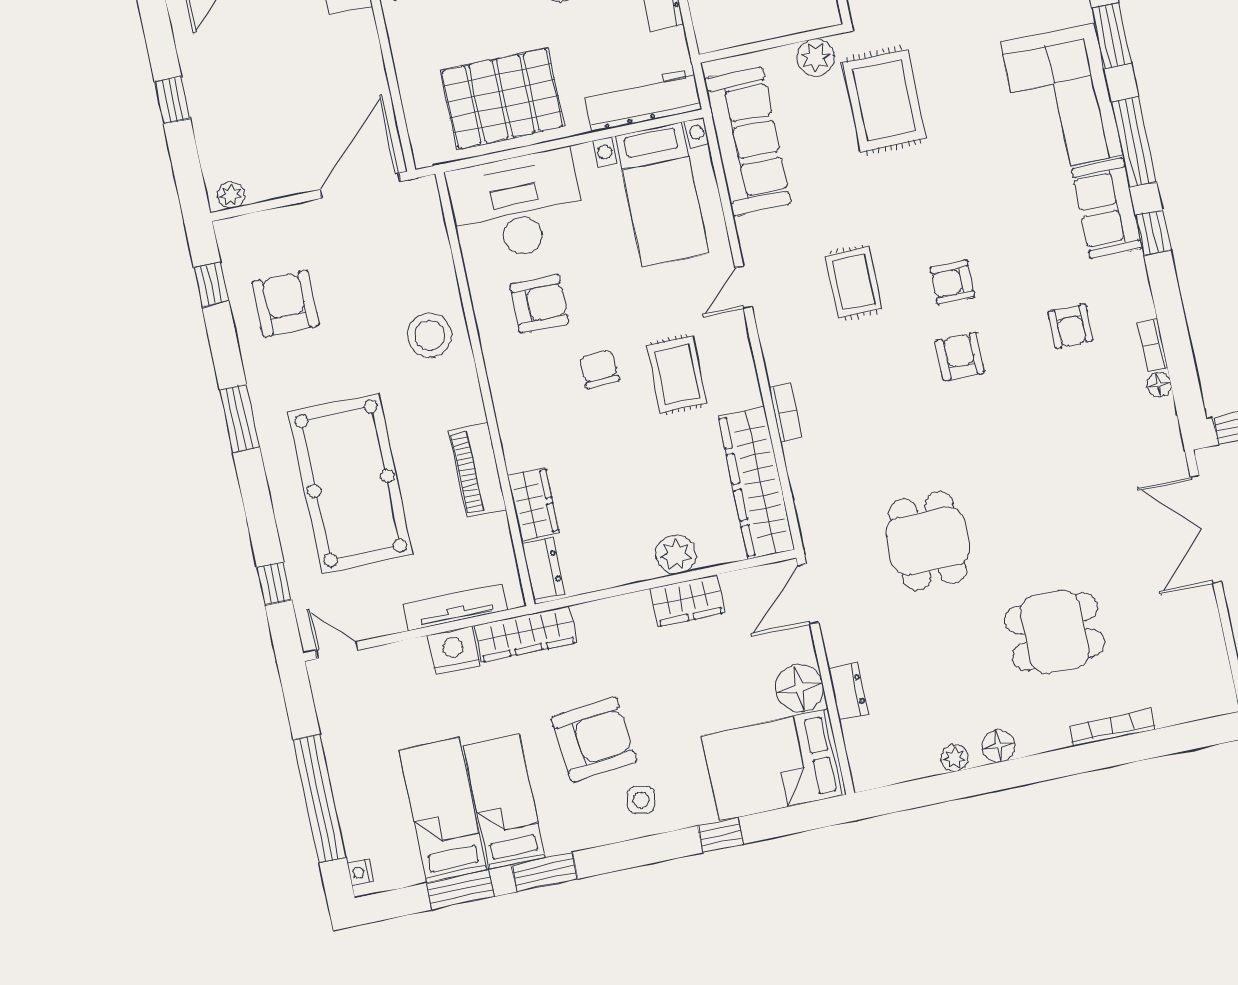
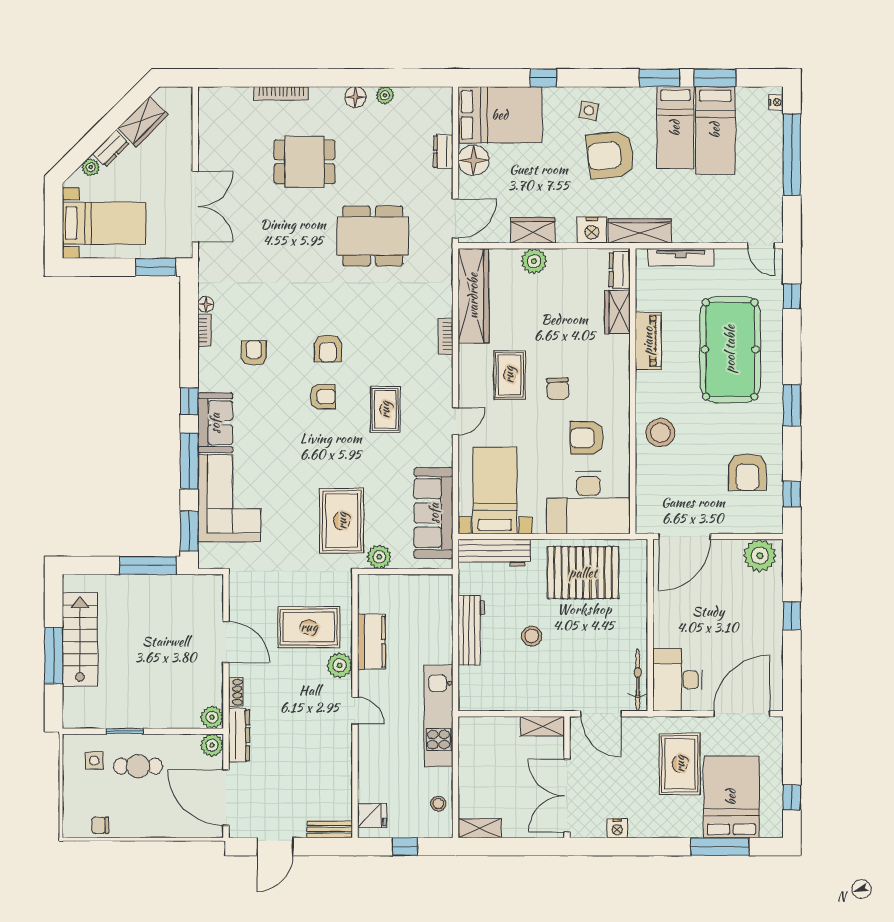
plant: (231, 195) -> (760, 556), width x1.88, depth x1.88
dining table: (928, 541) -> (373, 236), width x1.37
nightstand: (453, 651) -> (592, 230), moved

